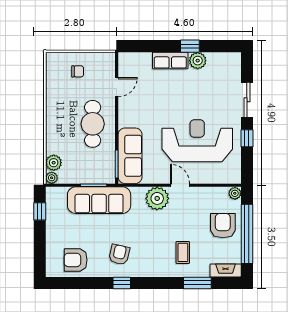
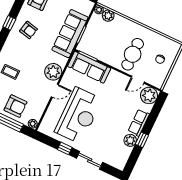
plant: (130, 64) -> (149, 95), added
door: (117, 87) -> (138, 80), hinge flipped
cafe table: (93, 124) -> (133, 54), moved, turned 90

